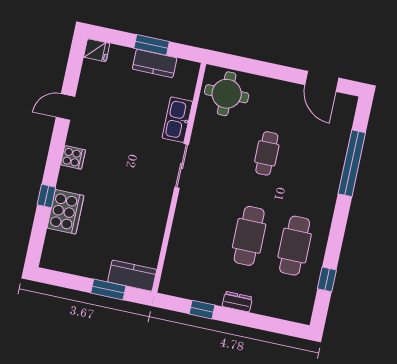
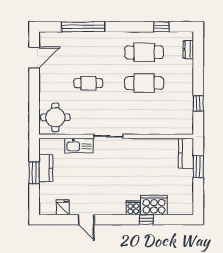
fridge: (97, 50) -> (63, 207), moved
cooker: (73, 157) -> (133, 208), moved
dresser: (237, 302) -> (188, 49), moved

